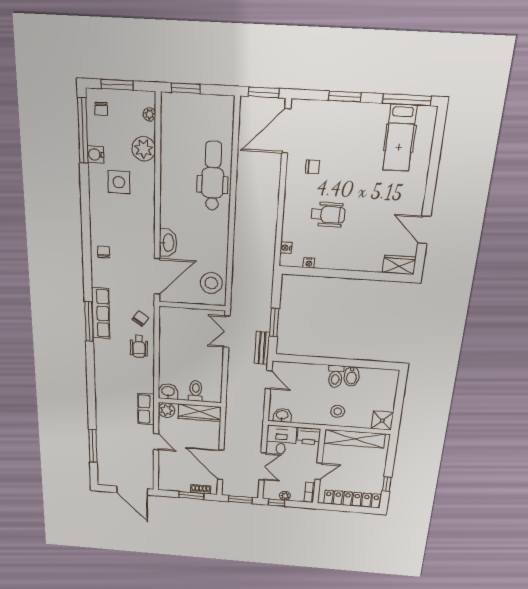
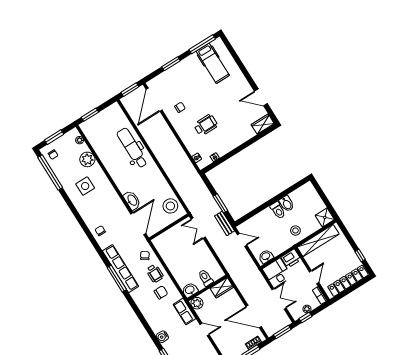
water cooler: (96, 155) -> (162, 337), moved
row of seats: (101, 313) -> (121, 269), width x1.36
chair: (132, 371) -> (161, 292), added
wardrobe: (200, 413) -> (222, 288), width x0.67

